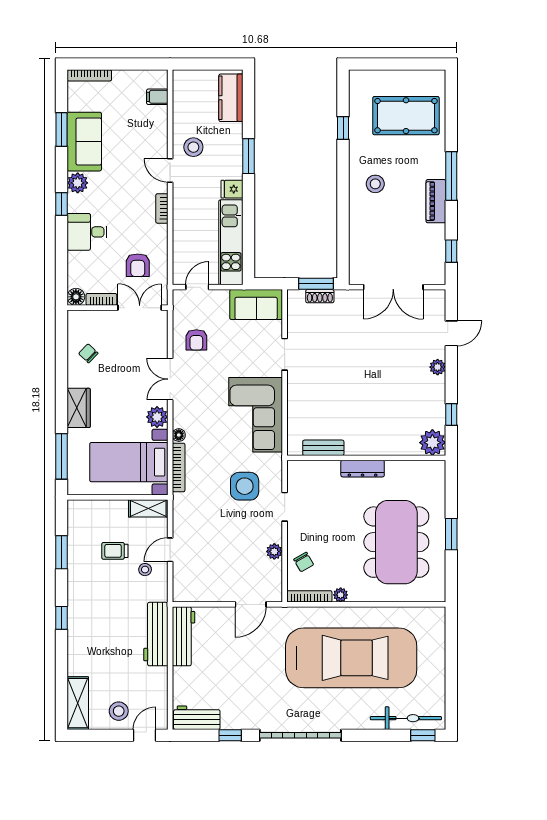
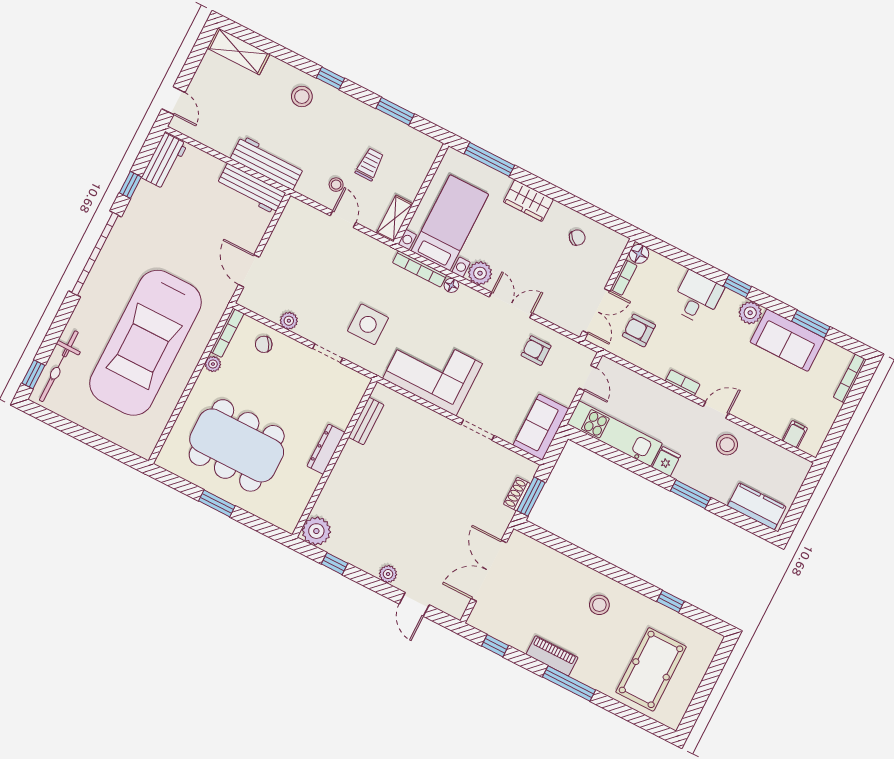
stool: (119, 711) -> (302, 97), moved

